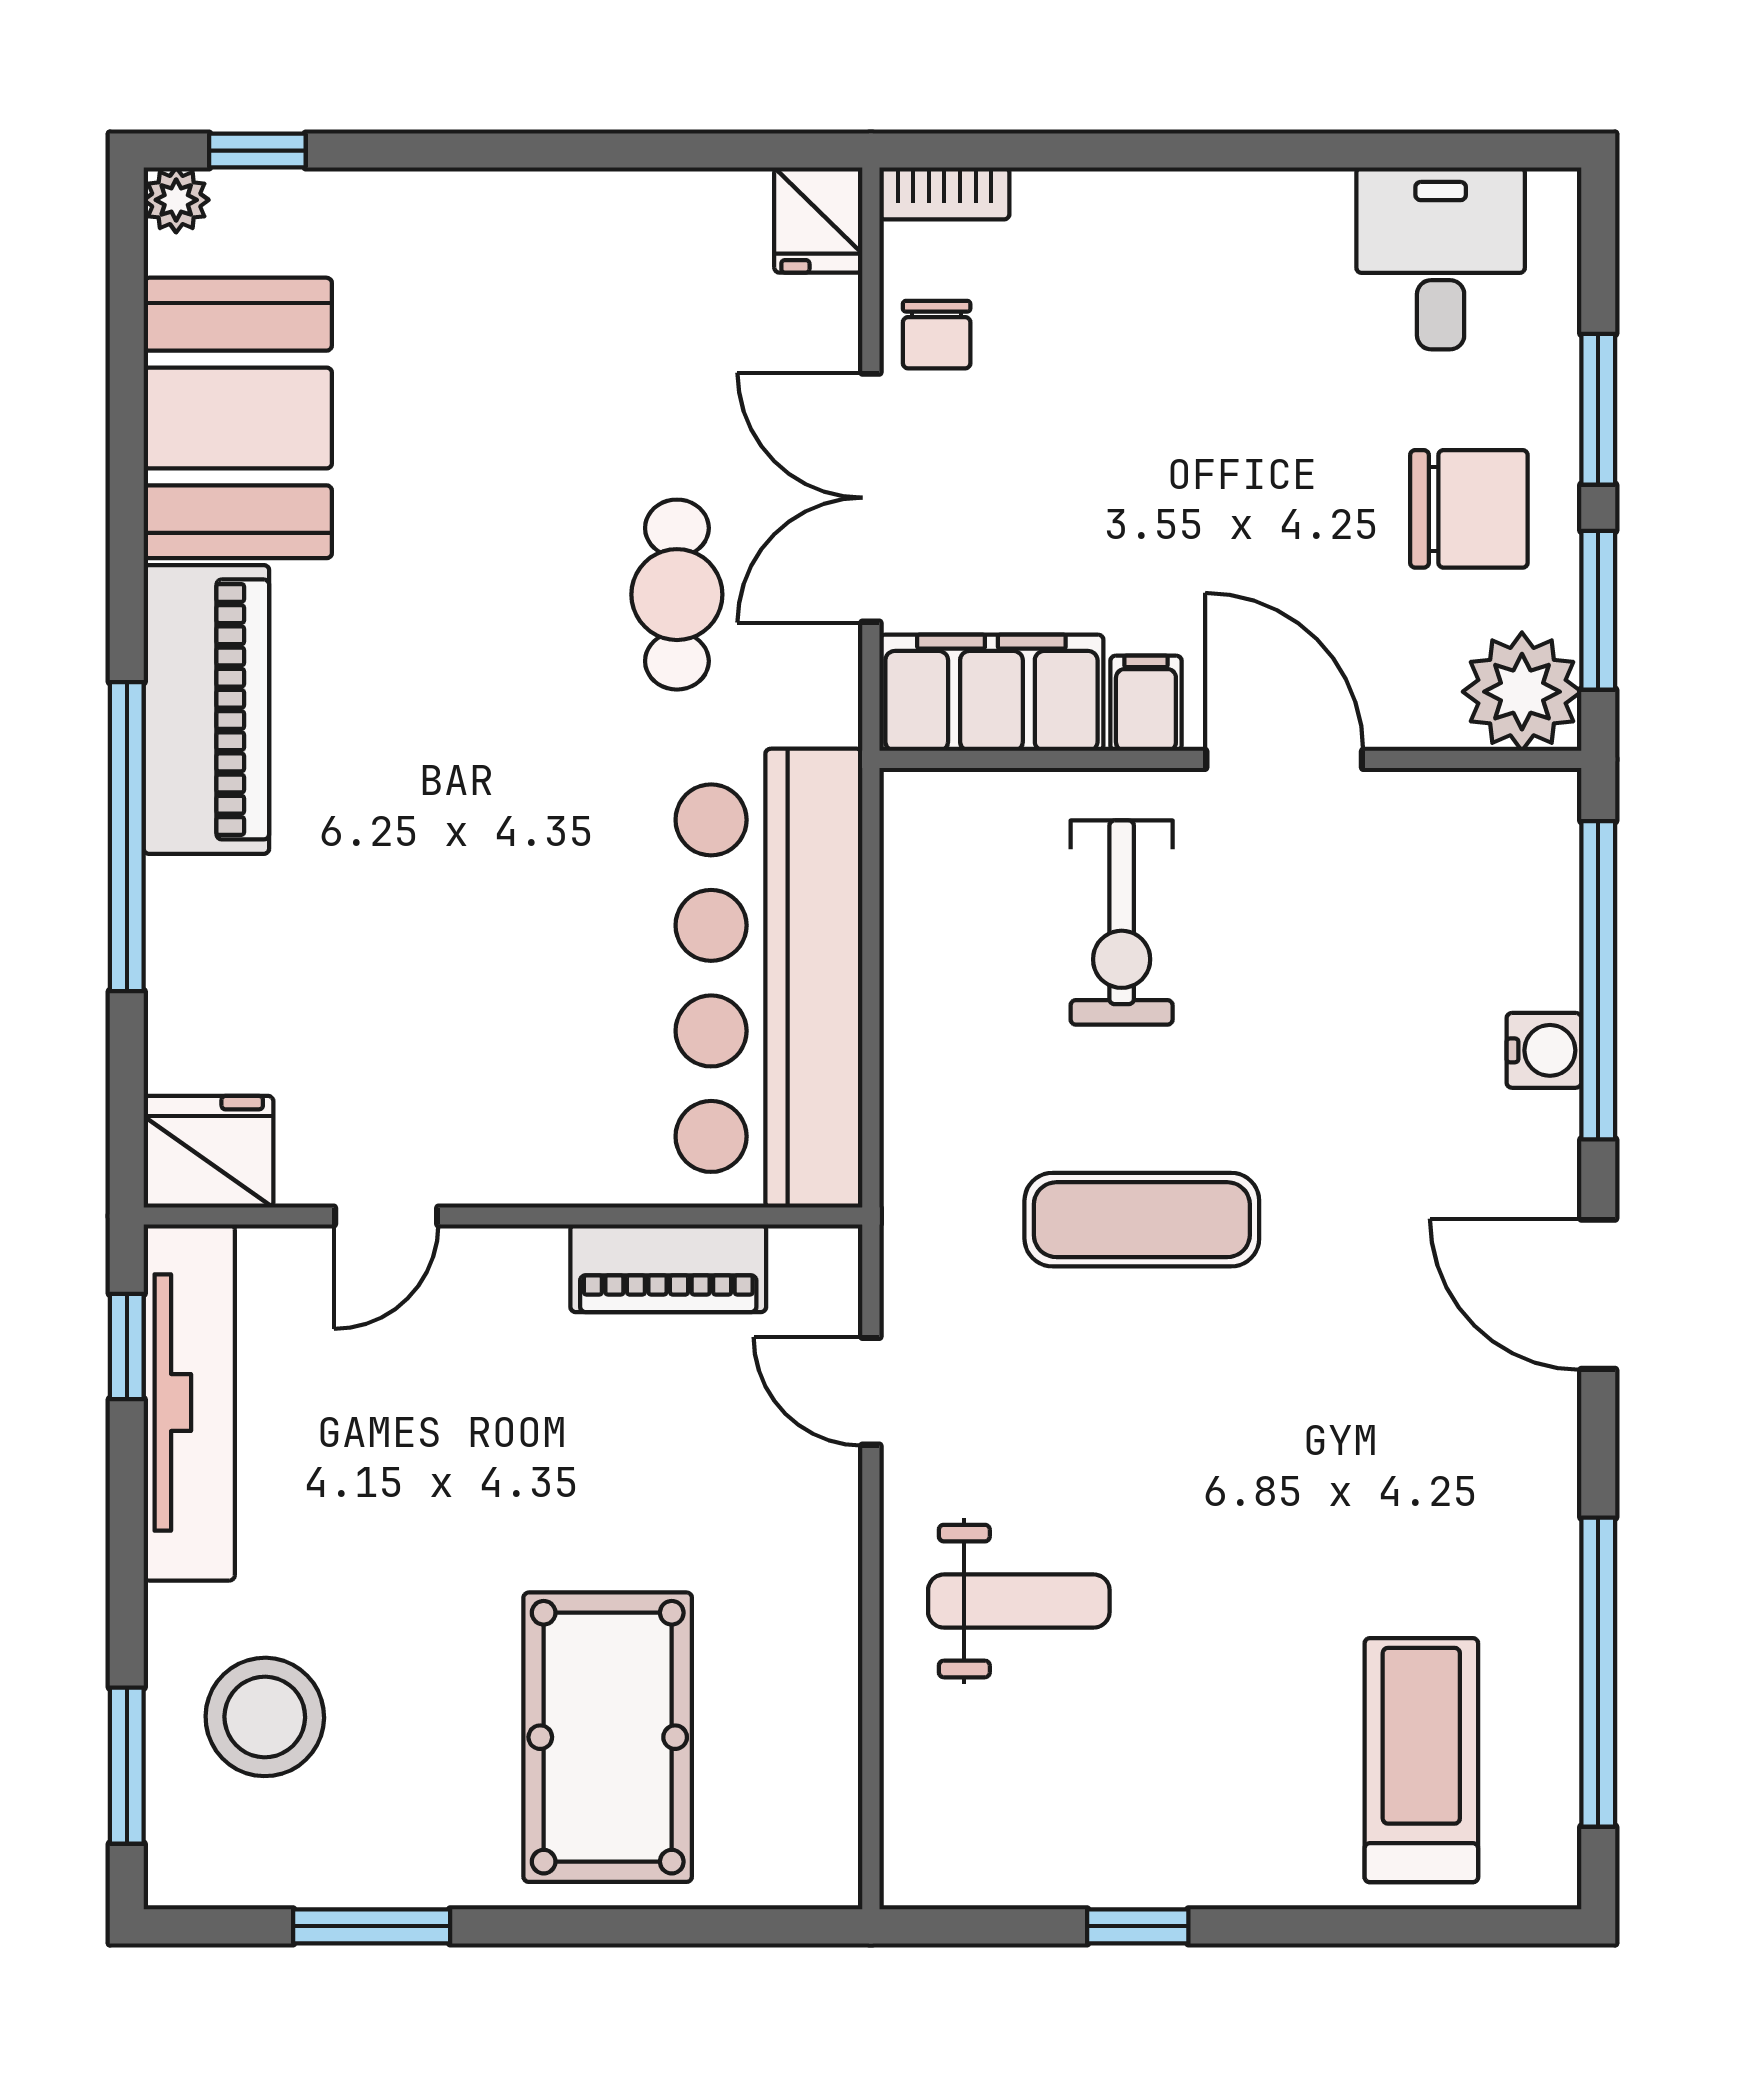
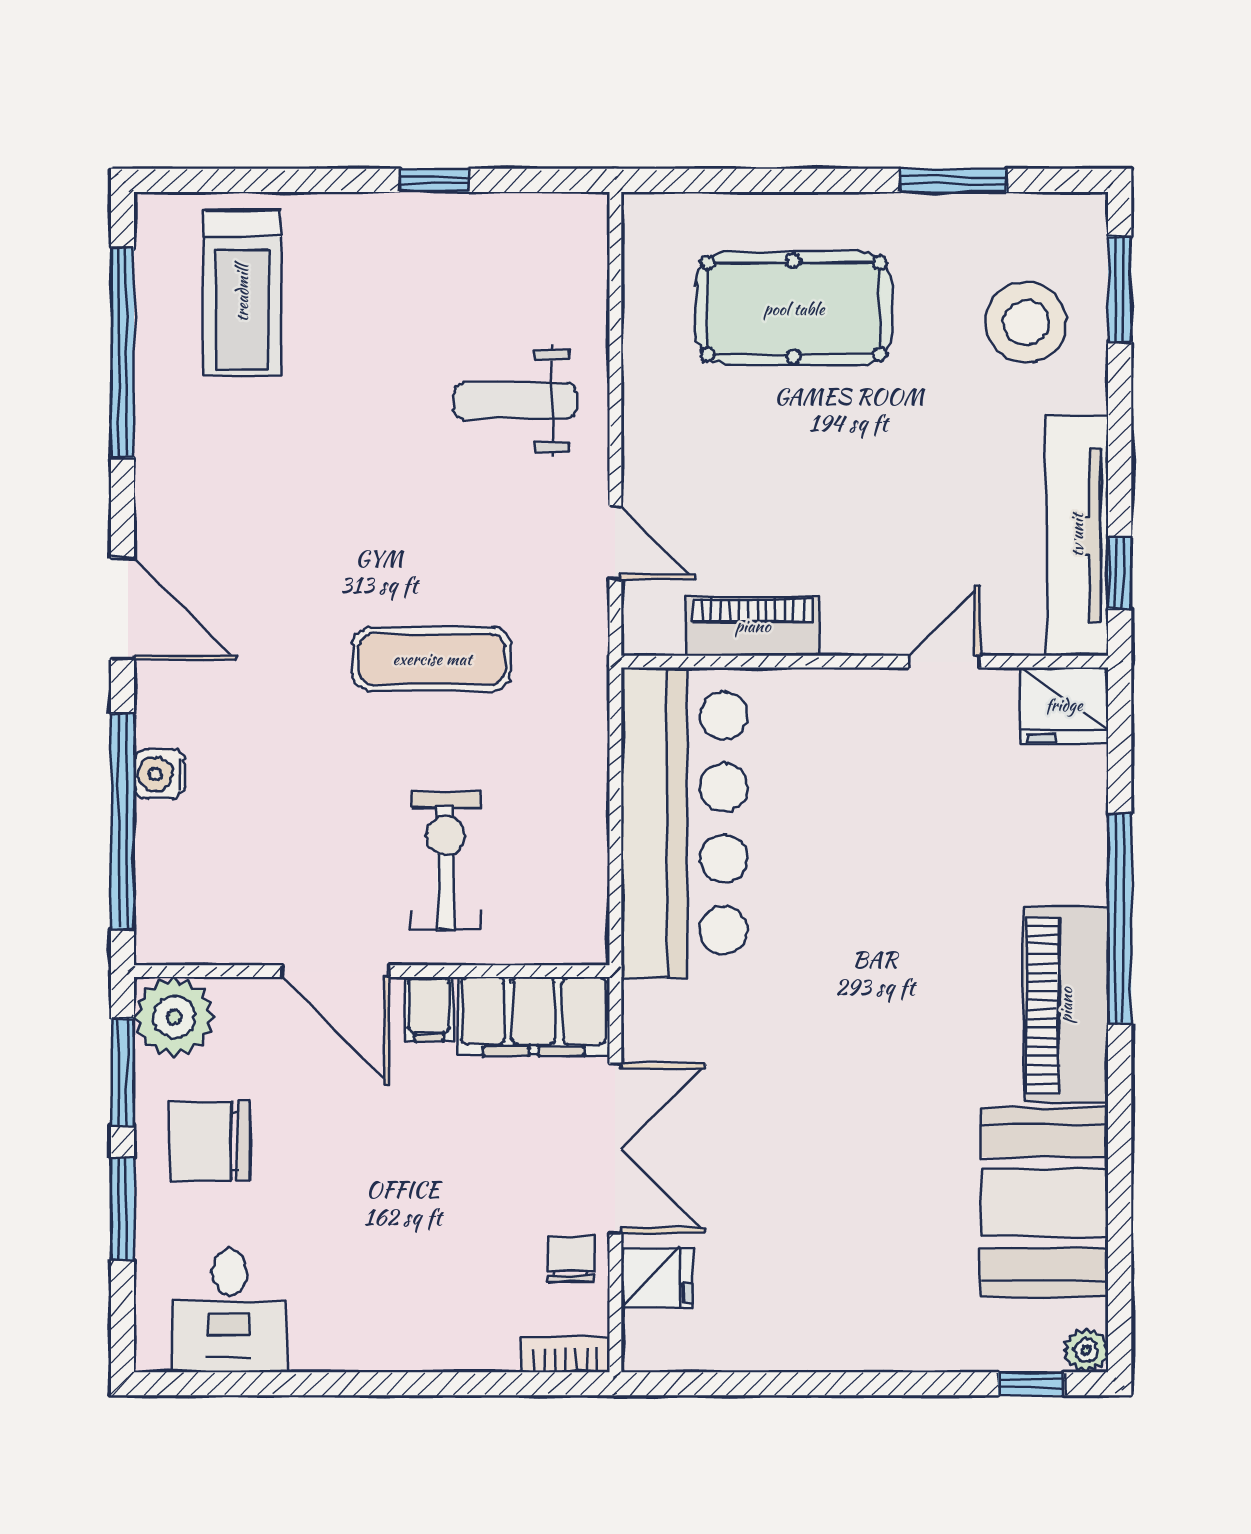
fridge: (818, 220) -> (657, 1277), moved, turned 90
cafe table: (677, 595) -> (747, 1083), removed
pool table: (608, 1737) -> (794, 309), turned 90

